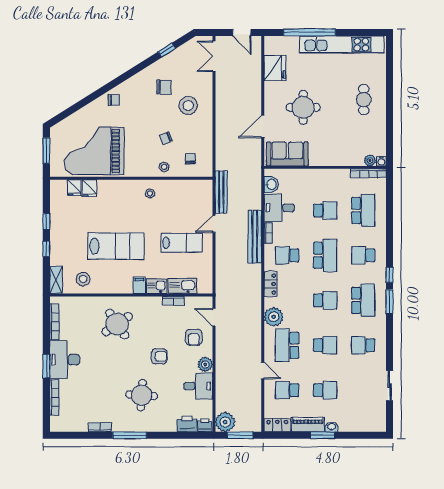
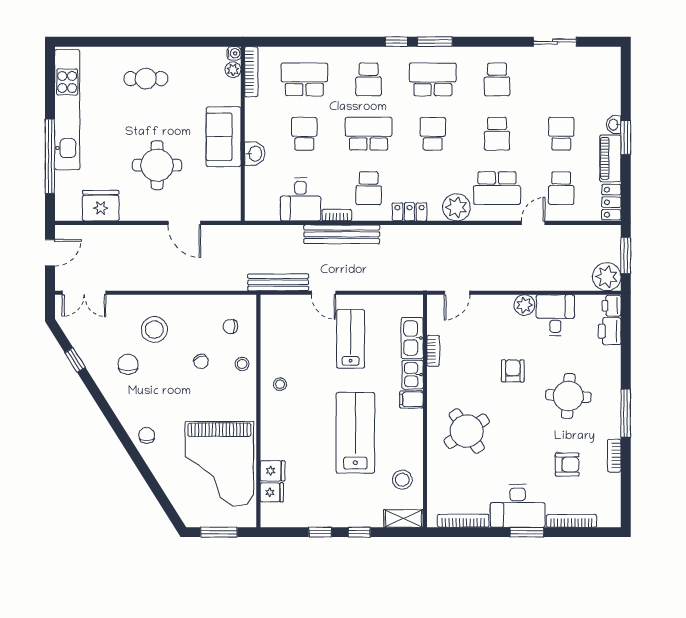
sofa: (287, 154) -> (224, 137), moved
washbasin: (271, 184) -> (255, 154), moved, turned 90
armchair: (194, 337) -> (567, 465), moved
school desk: (325, 345) -> (497, 134), turned 180

